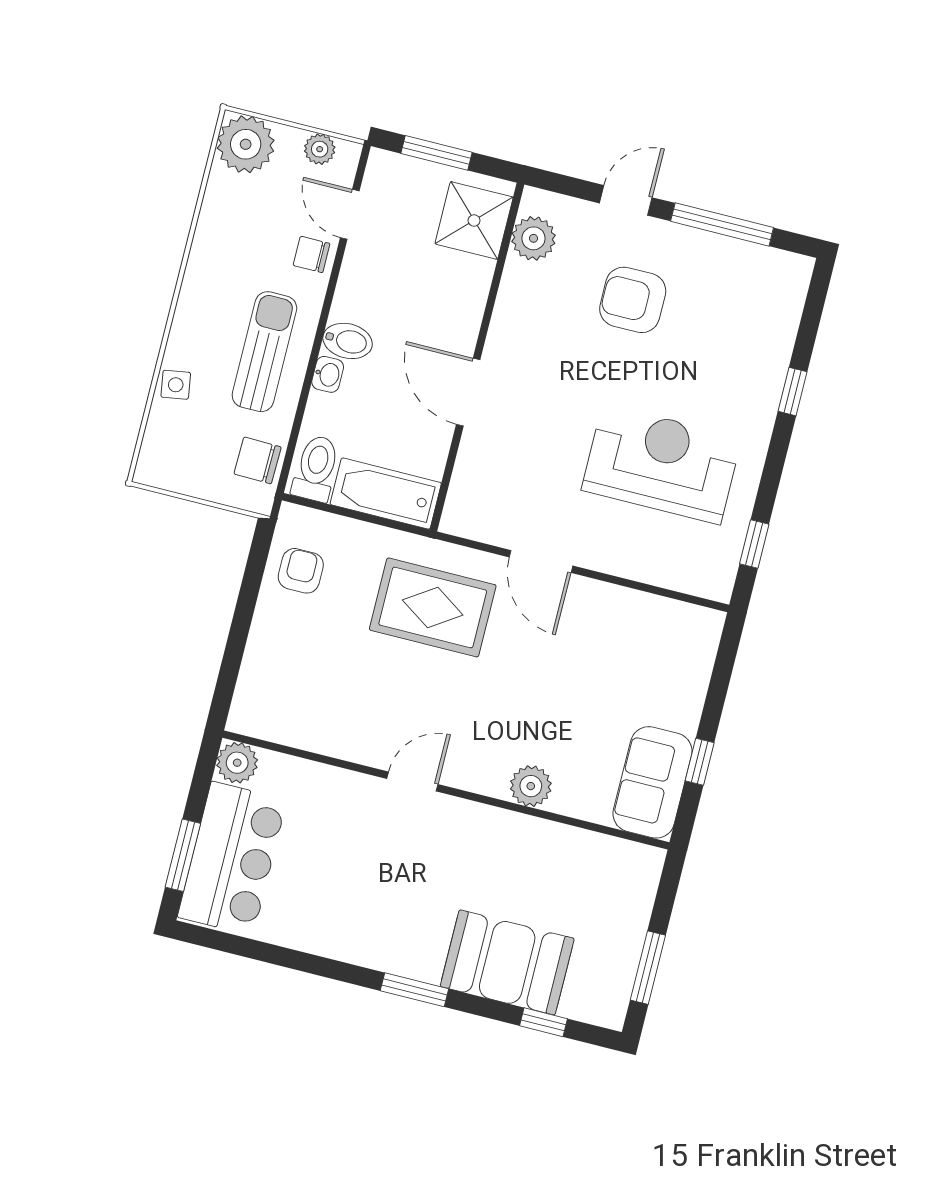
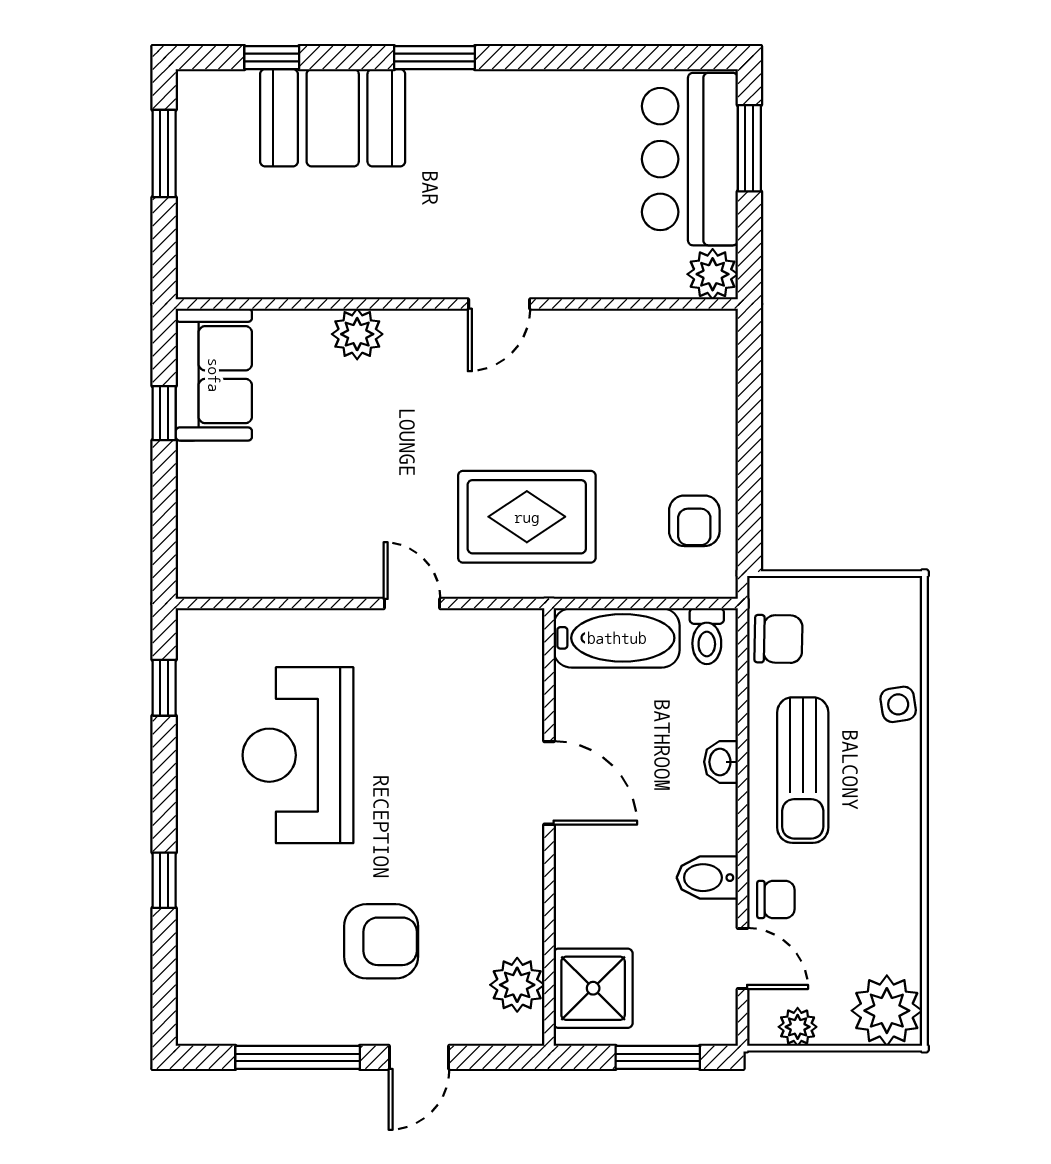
bidet: (348, 341) -> (707, 878), moved
reception desk: (662, 464) -> (298, 755), turned 90
toilet: (316, 468) -> (707, 636), width x0.73, depth x0.72
door: (541, 561) -> (412, 604), width x0.73

